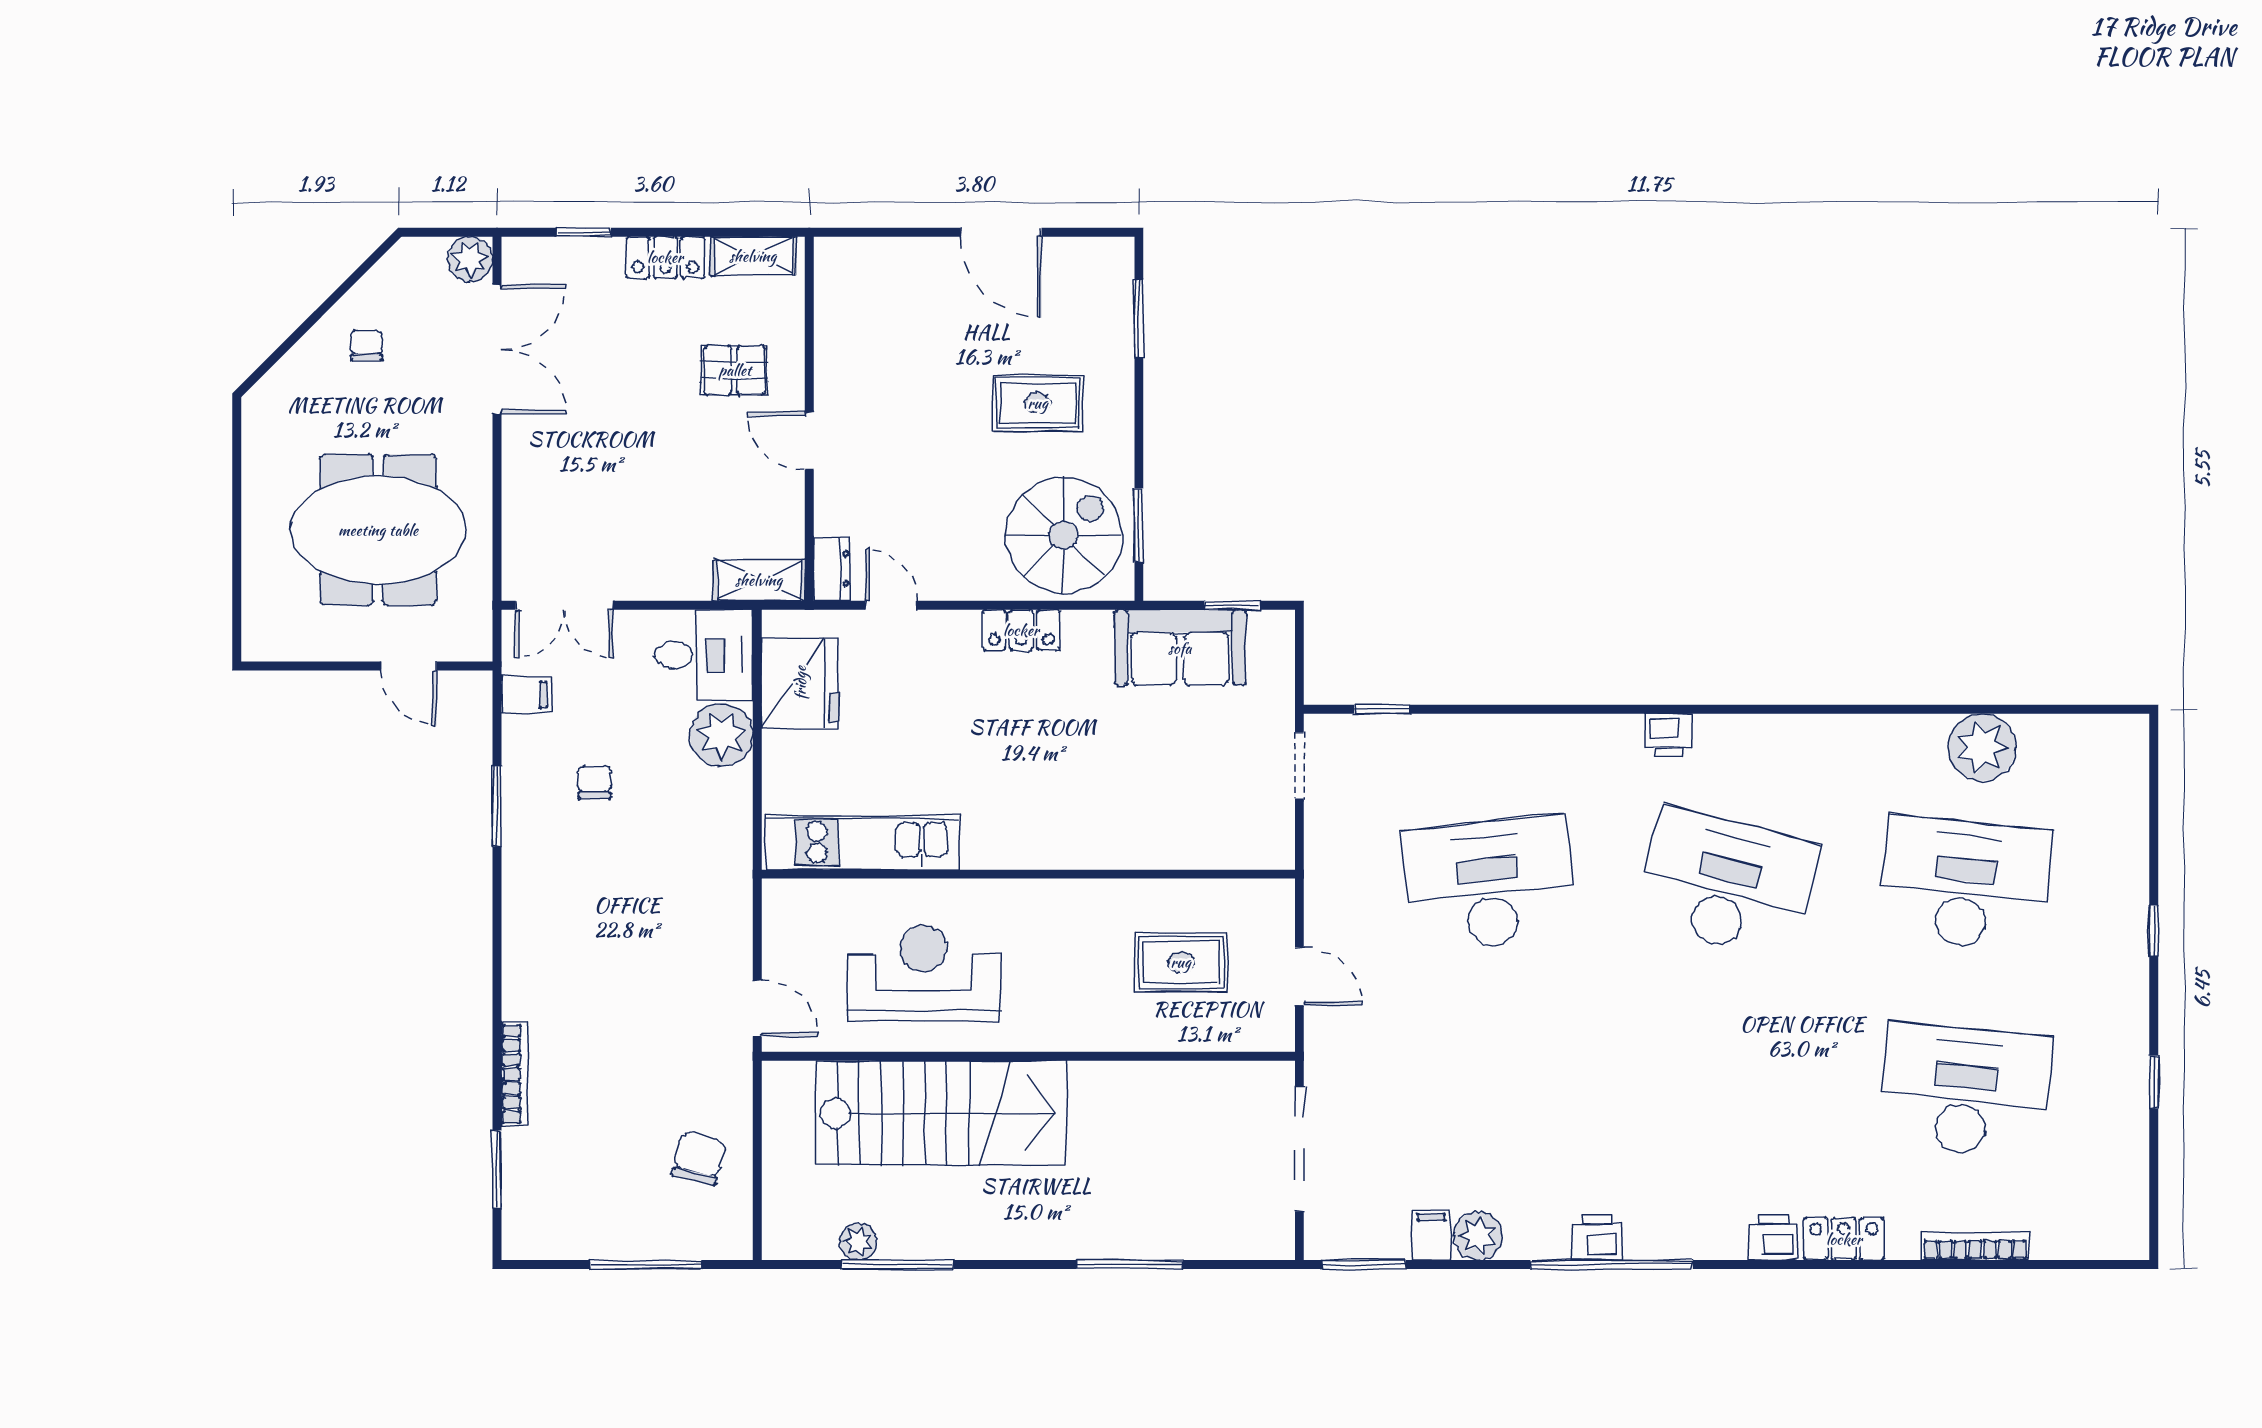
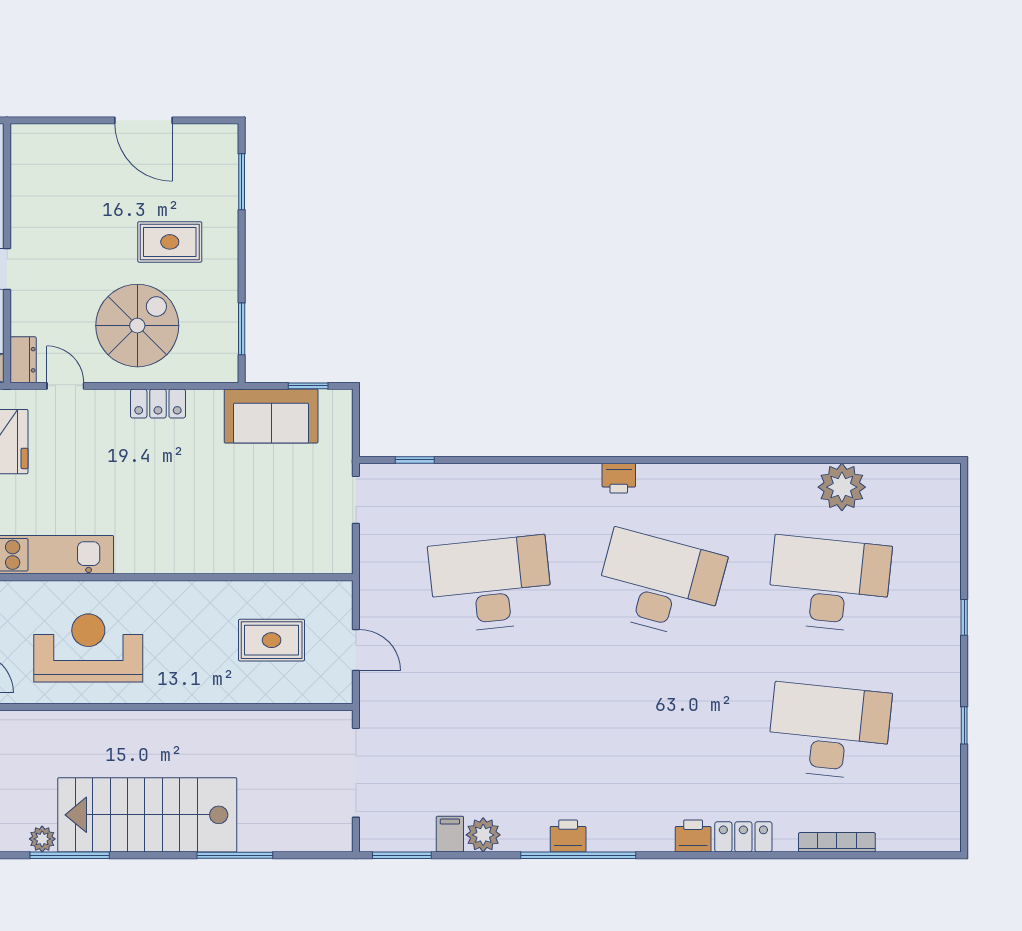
spiral stairs: (1064, 535) -> (137, 326), moved
stairs: (941, 1113) -> (147, 815), moved, turned 180

